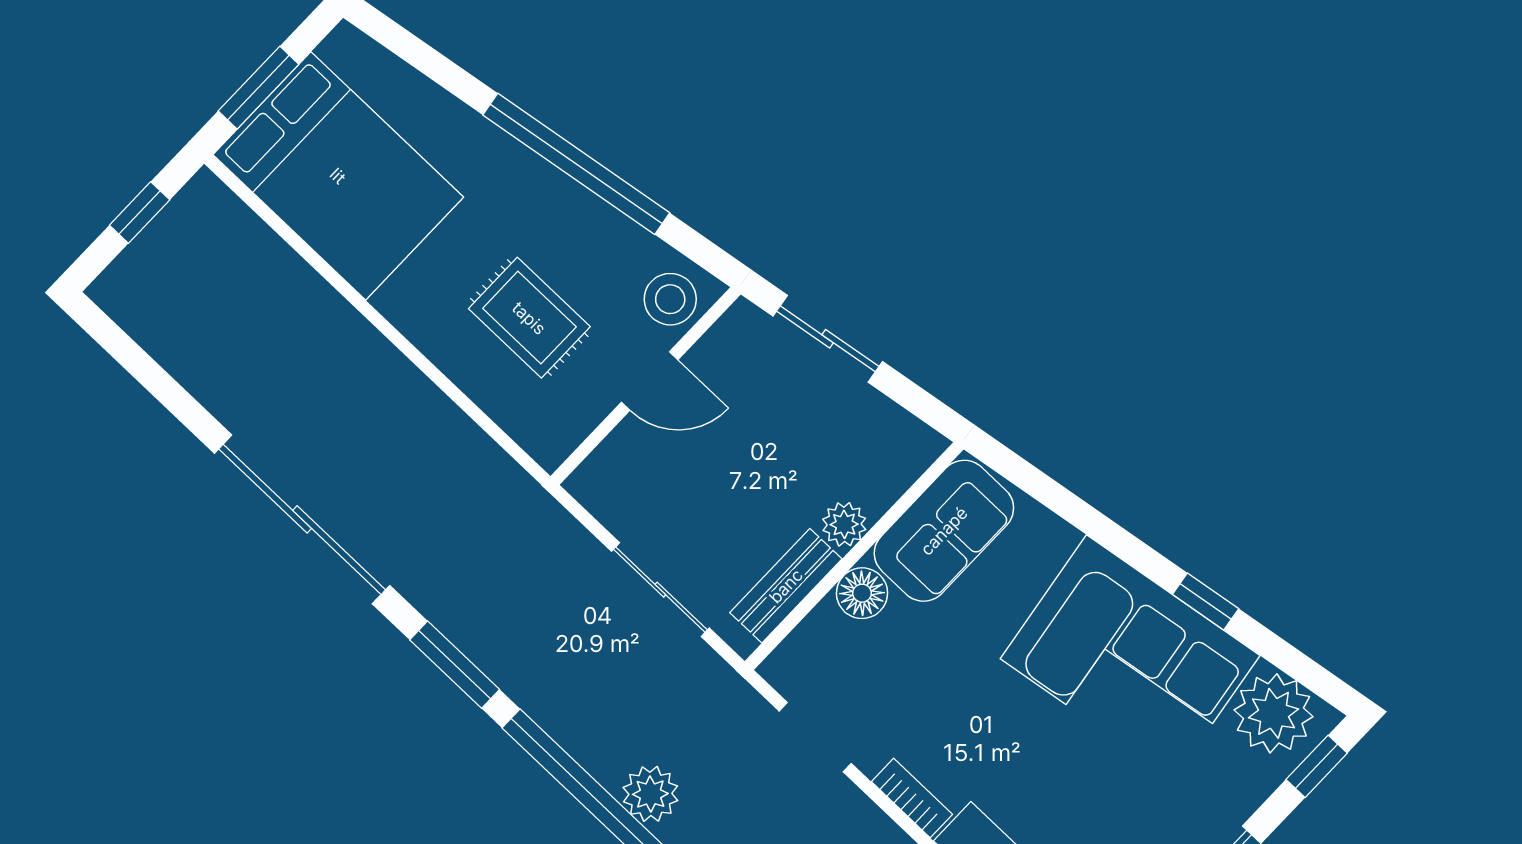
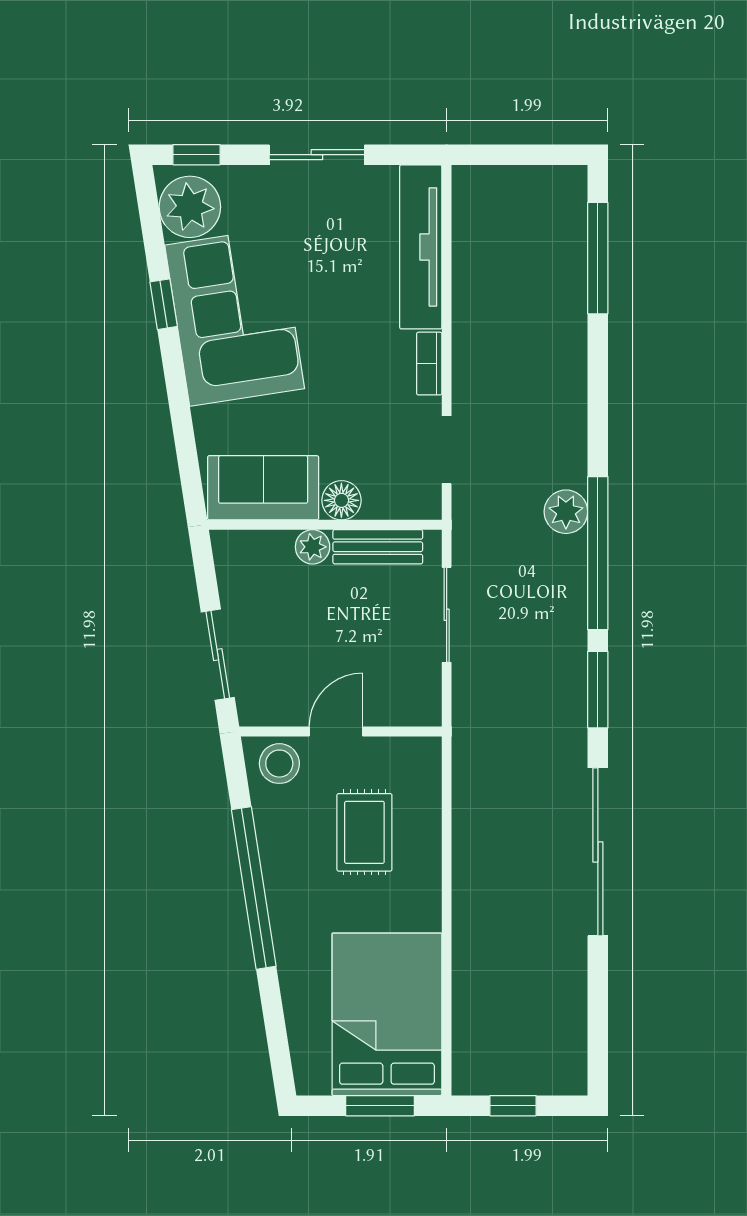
door: (650, 381) -> (336, 732), hinge flipped

